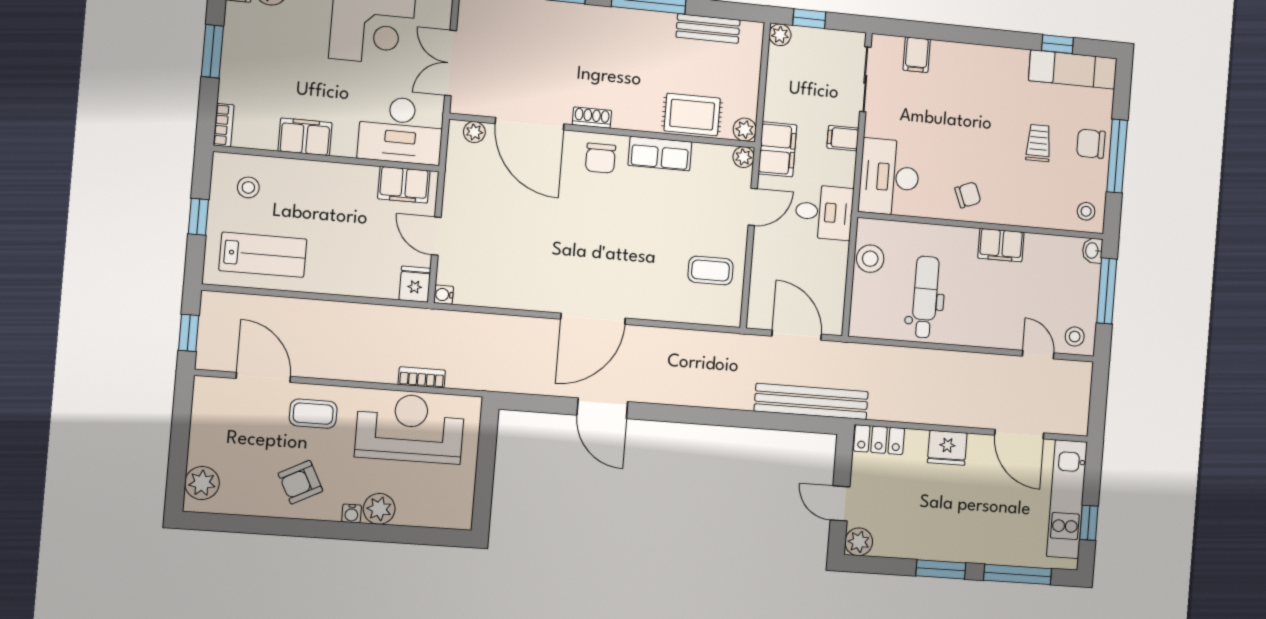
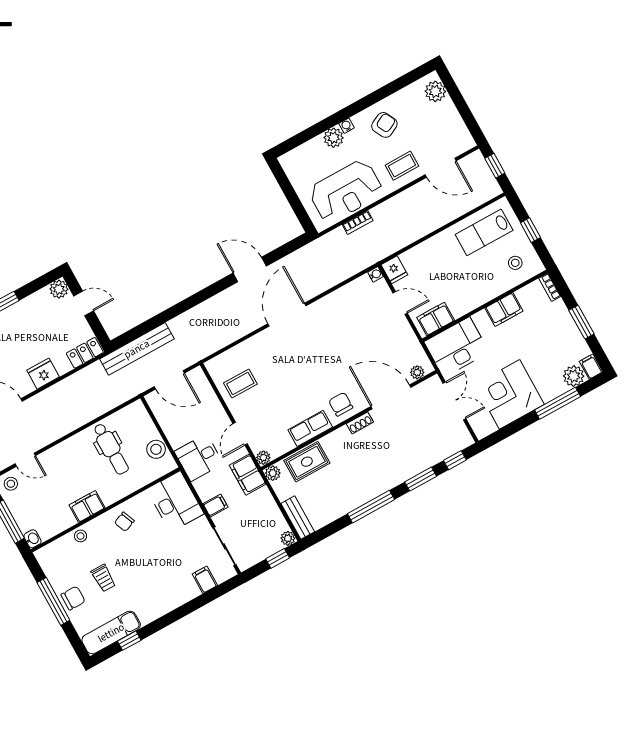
bench: (708, 28) -> (298, 518), moved, turned 90
stool: (1086, 211) -> (80, 536), moved

